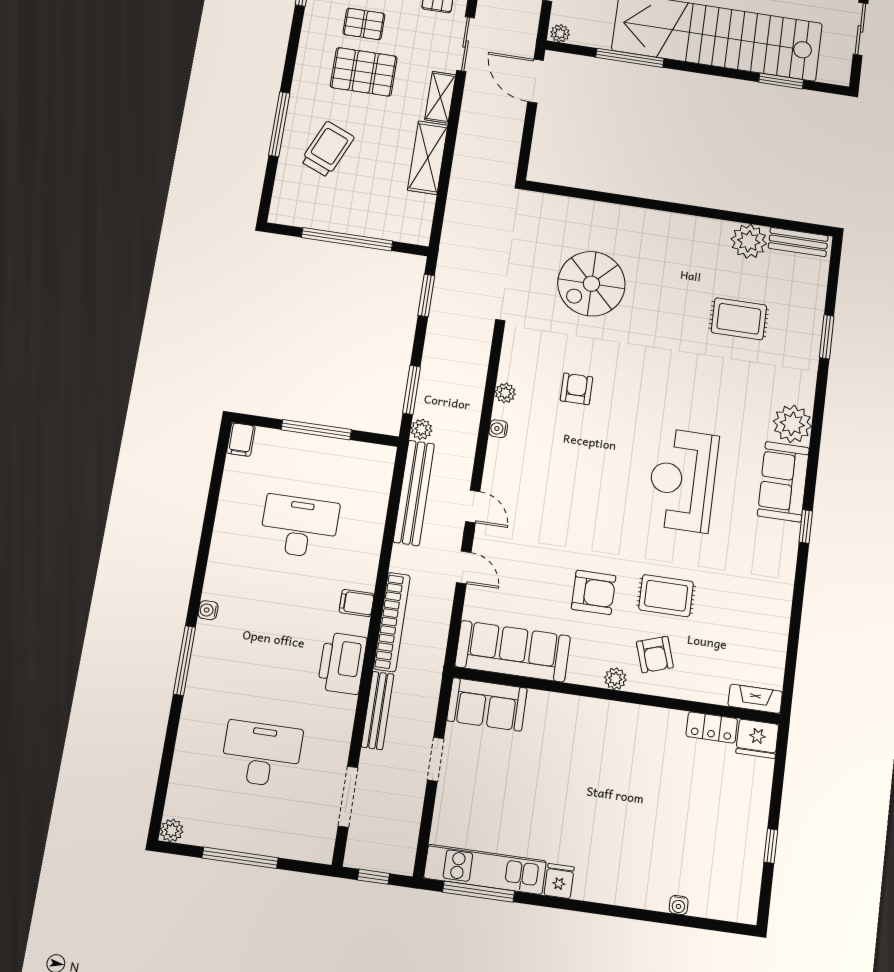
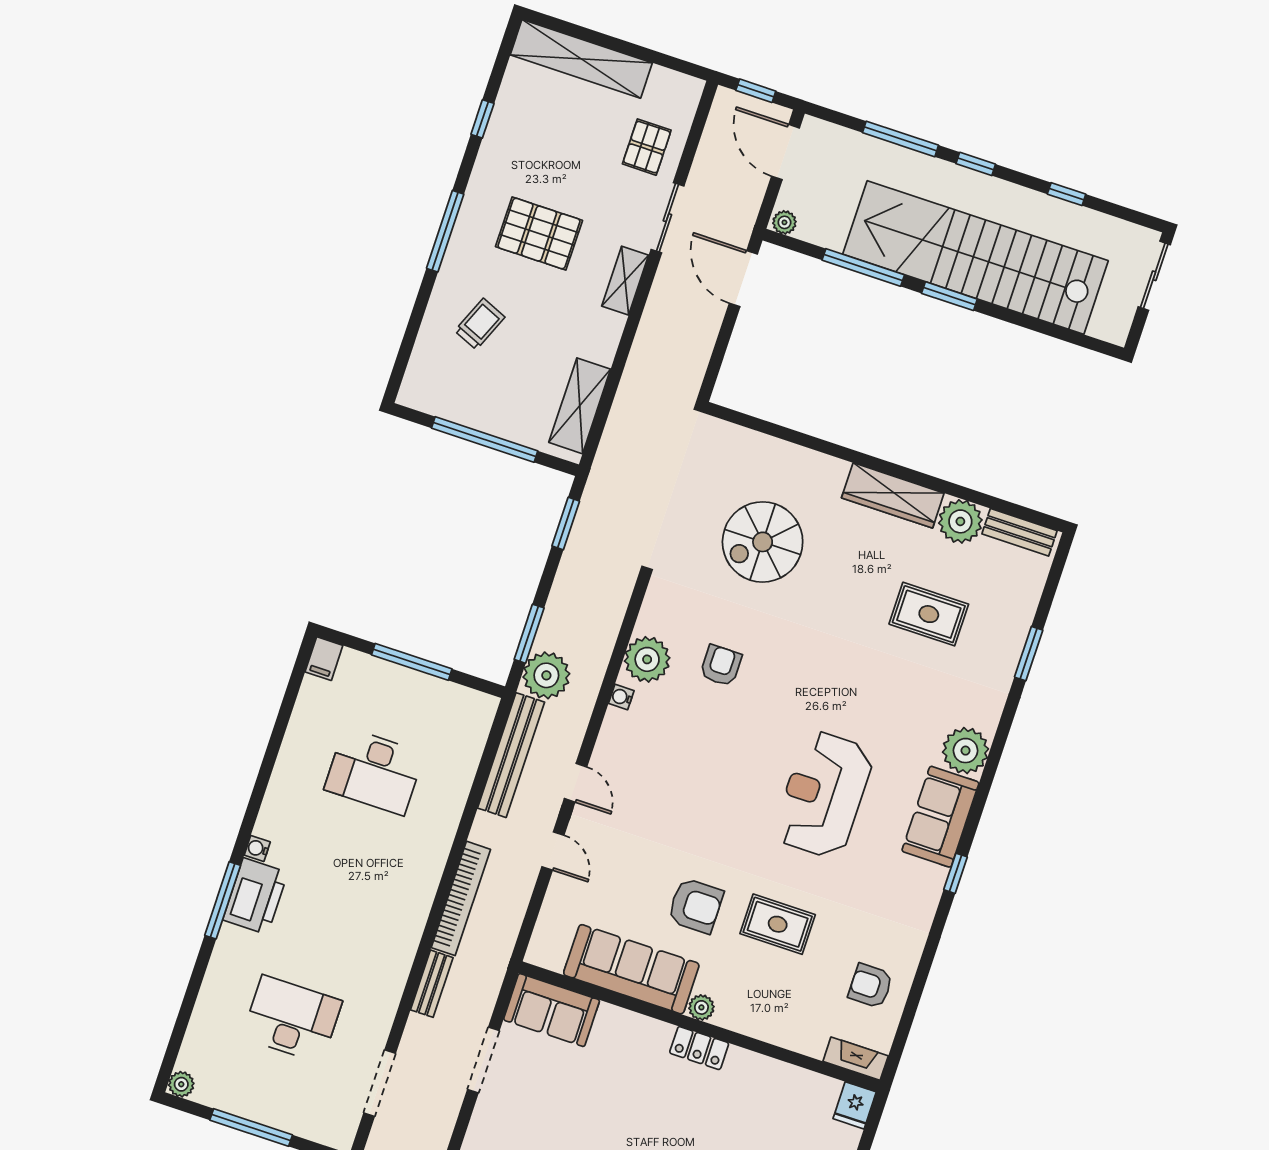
pallet: (364, 24) -> (549, 172), removed
window: (781, 81) -> (949, 296), moved
window: (279, 124) -> (445, 231), moved
trolley: (327, 149) -> (480, 324), width x0.73, depth x0.72
shelving: (428, 158) -> (580, 406), moved
wardrobe: (690, 230) -> (893, 495), added
plant: (505, 393) -> (647, 659), width x1.88, depth x1.88
plant: (421, 429) -> (546, 675), width x1.87, depth x1.87
desk: (299, 527) -> (374, 771), turned 180
filing cabinet: (357, 603) -> (425, 870), removed
sofa: (513, 651) -> (631, 969), moved
armchair: (655, 655) -> (870, 986), moved, turned 108
printer: (342, 663) -> (255, 896), moved, turned 180
bench: (378, 711) -> (432, 984), width x0.73
locker: (712, 727) -> (699, 1048), moved
fridge: (757, 739) -> (855, 1105), width x0.72
doorway: (436, 759) -> (483, 1060), width x1.38

